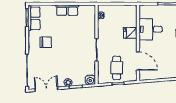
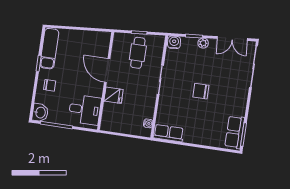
row of seats: (67, 10) -> (169, 133), moved
desk: (151, 29) -> (85, 110), moved
chair: (46, 42) -> (201, 91), moved
door: (138, 61) -> (107, 71), moved

